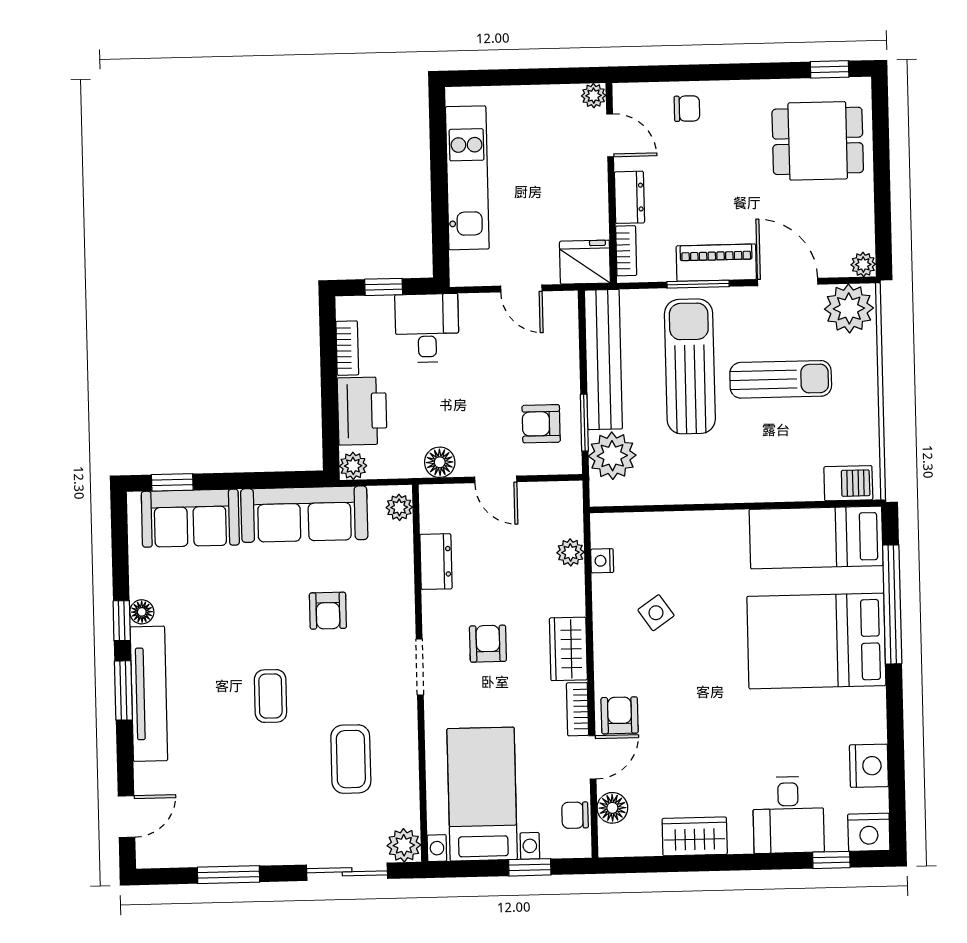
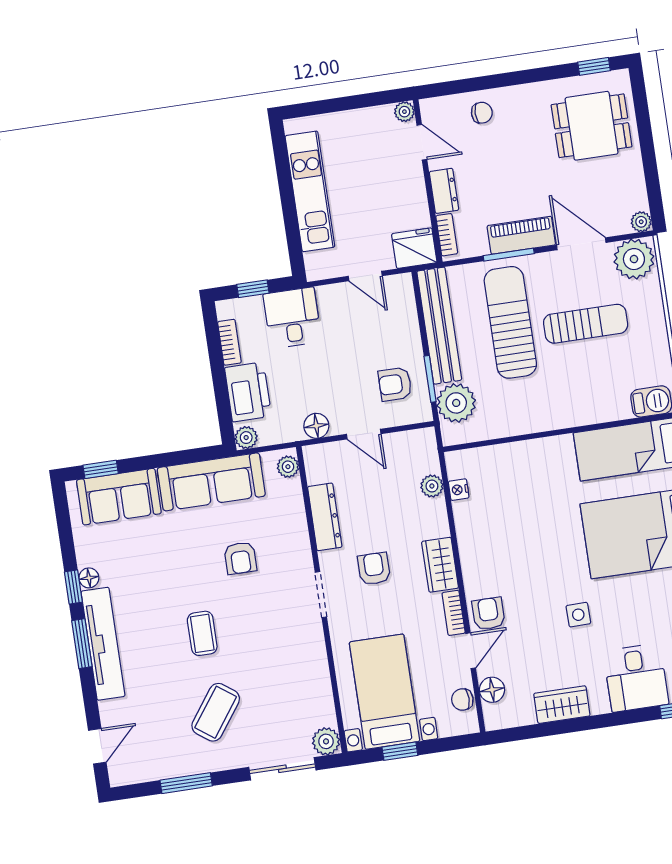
dresser: (436, 562) -> (325, 517), width x1.44
side table: (656, 613) -> (578, 615), moved, turned 34
coffee table: (351, 759) -> (216, 712), moved, turned 36
window: (530, 867) -> (400, 751), moved

